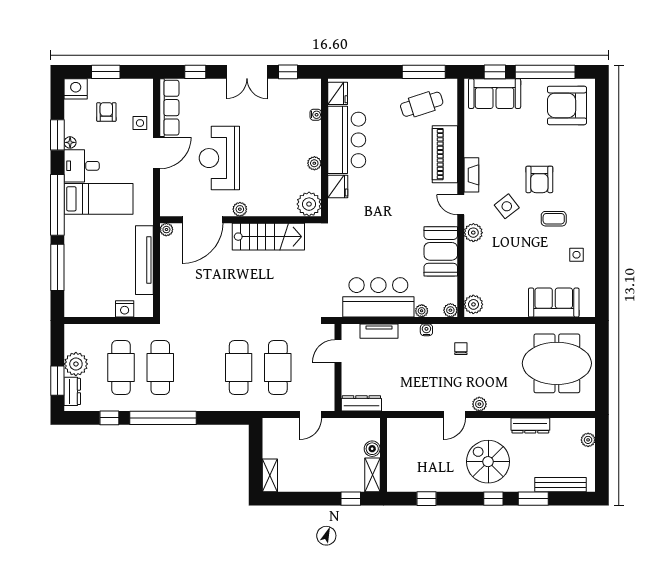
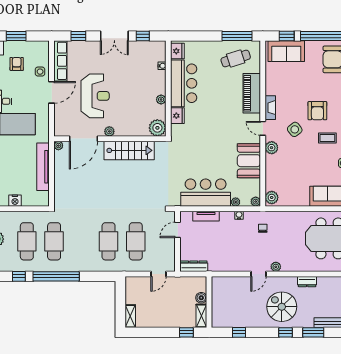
reception desk: (219, 158) -> (95, 96), turned 180
nightstand: (125, 309) -> (15, 201), moved
dresser: (530, 425) -> (307, 282), width x0.70

